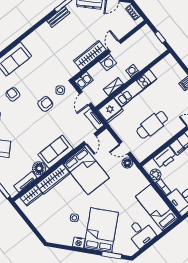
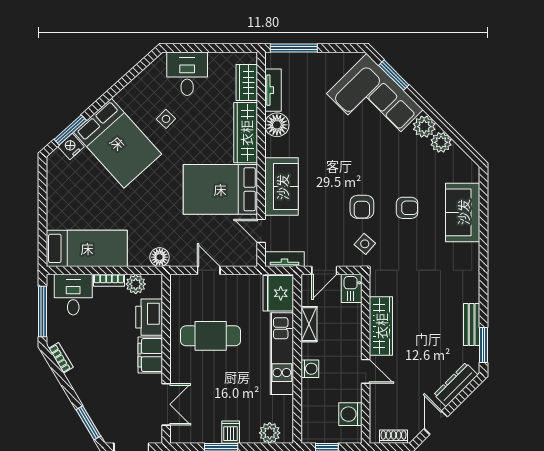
washing machine: (108, 62) -> (350, 414), moved
plant: (174, 66) -> (270, 433), added
armchair: (13, 94) -> (407, 208), moved
door: (85, 98) -> (324, 270), swing flipped
cafe table: (152, 125) -> (211, 336), turned 90
door: (125, 148) -> (209, 270), hinge flipped
sofa: (56, 152) -> (282, 187), moved
floor lamp: (127, 163) -> (160, 257), moved
desk: (141, 233) -> (187, 74), moved, turned 90
nightstand: (79, 242) -> (71, 146), moved

